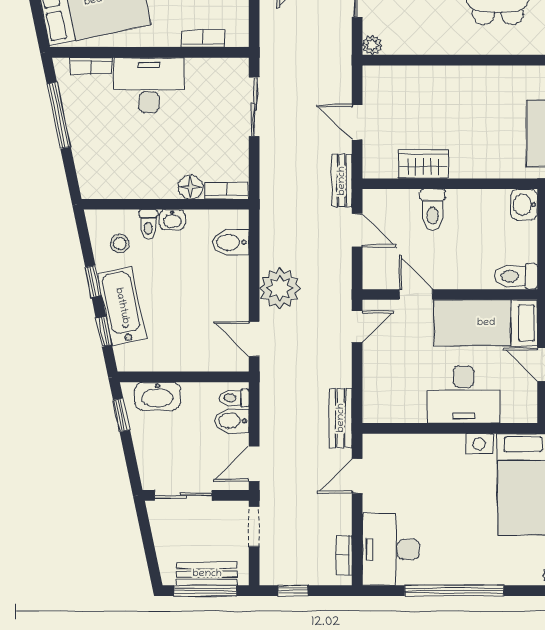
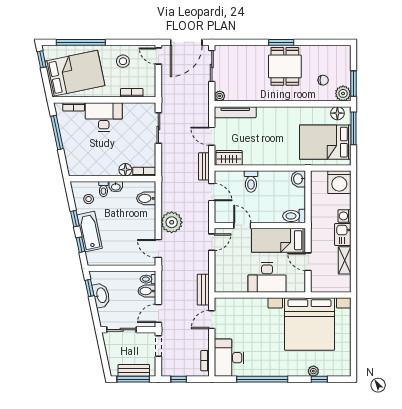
tv unit: (402, 76) -> (235, 112), added
wardrobe: (423, 164) -> (229, 158), moved
washbasin: (158, 396) -> (101, 295), moved, turned -102

